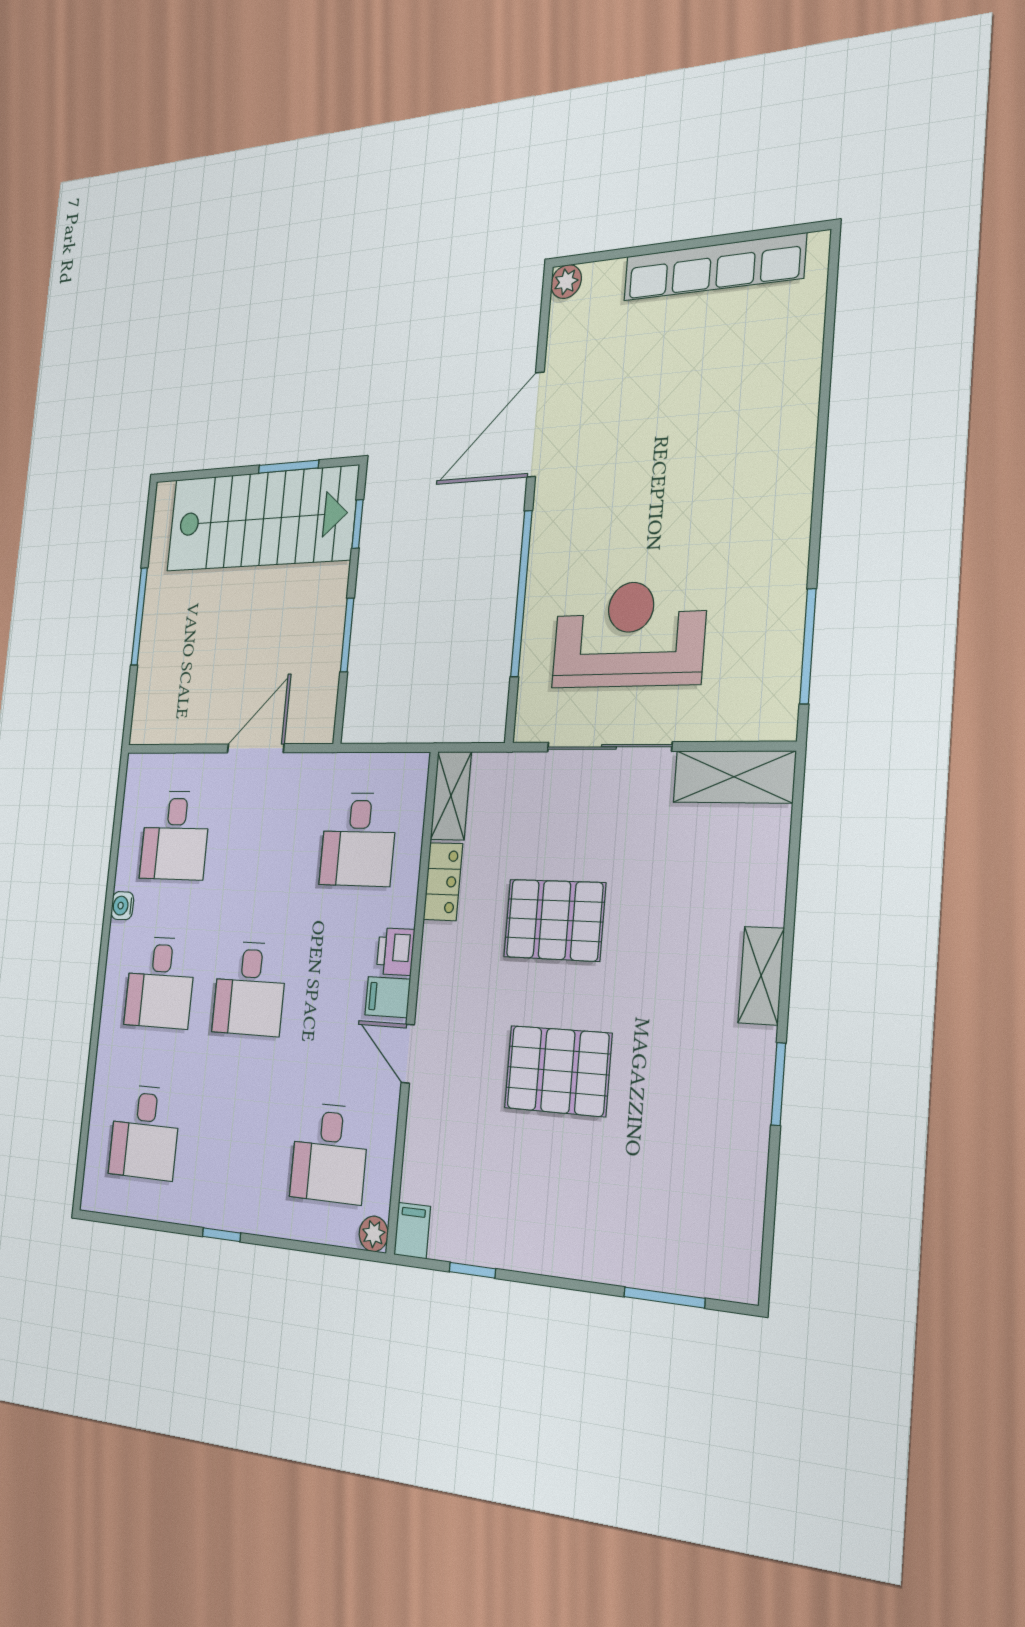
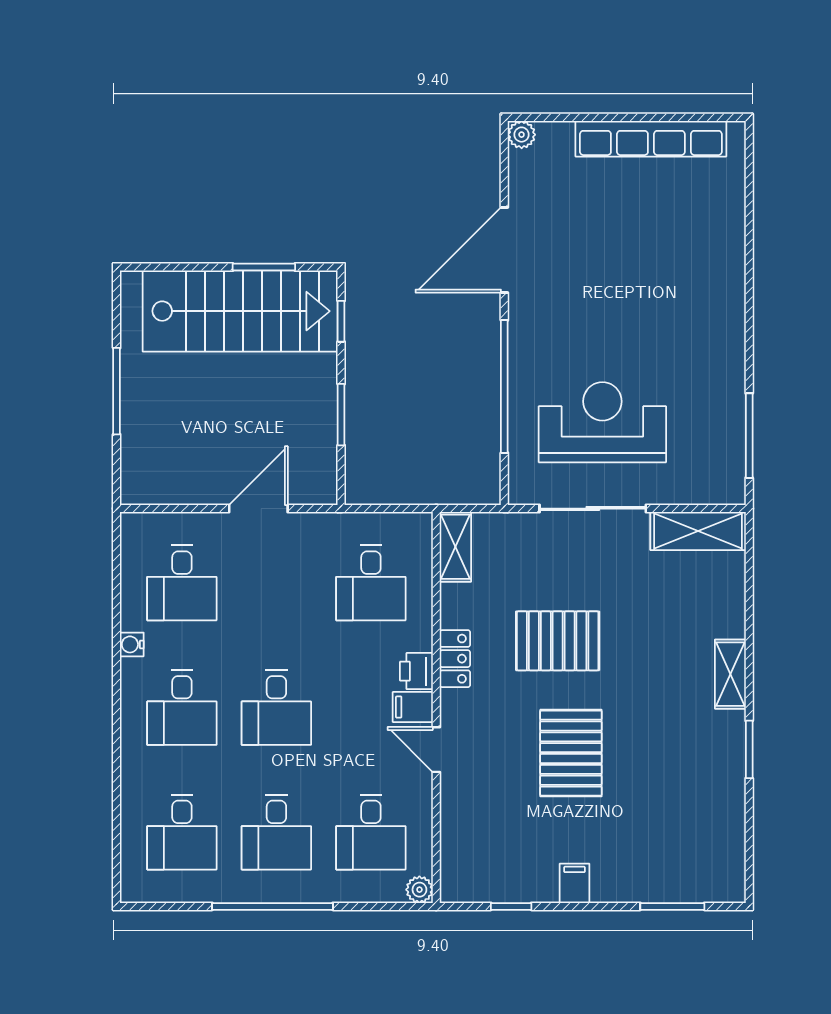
locker: (443, 882) -> (455, 659), moved
pallet: (558, 1071) -> (571, 753), turned 90
desk: (234, 1142) -> (276, 832), added
filing cabinet: (412, 1231) -> (575, 883), moved
window: (222, 1235) -> (272, 906), width x3.17

